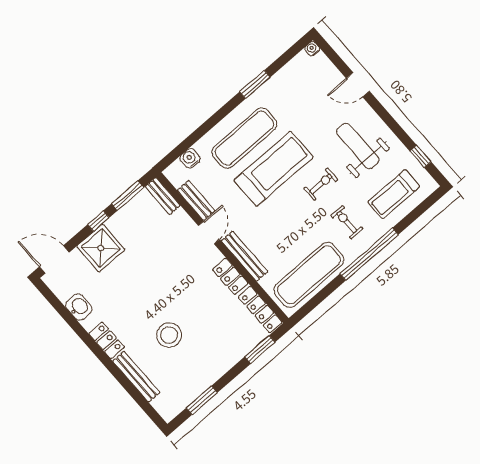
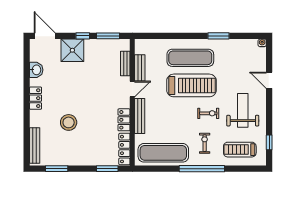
water cooler: (190, 158) -> (155, 44), removed
bench: (163, 196) -> (125, 64), moved
bench: (136, 377) -> (35, 146), moved

